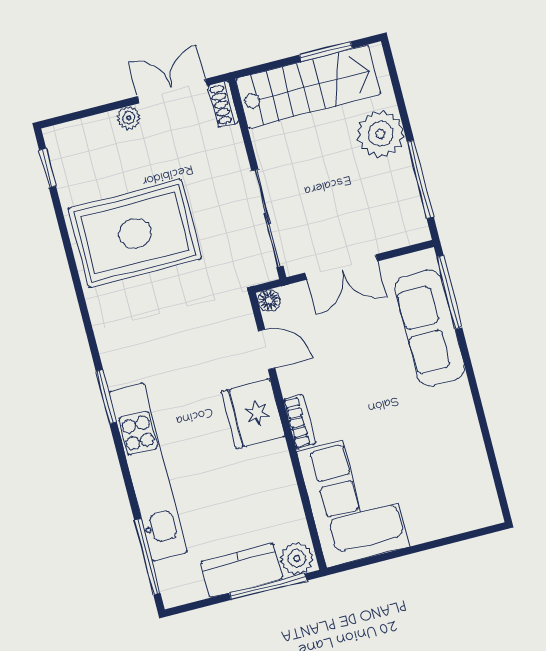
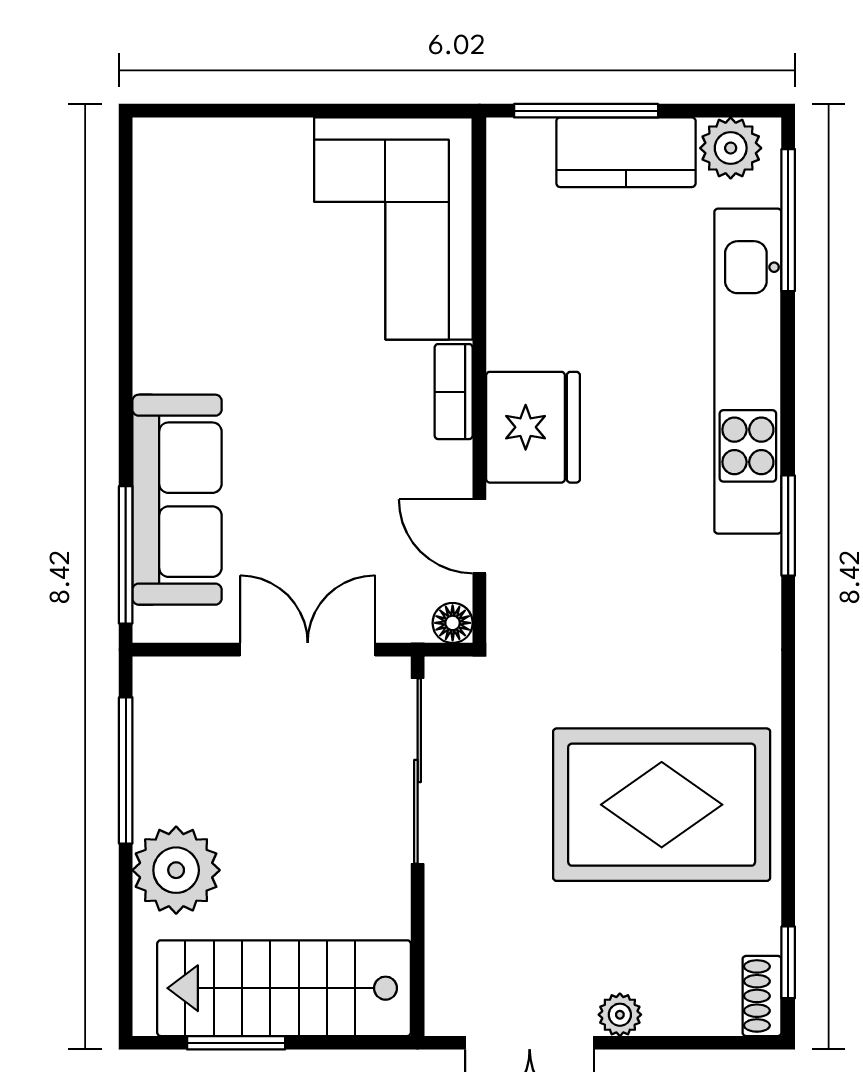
shoe rack: (223, 104) -> (762, 996), moved, turned 180
plant: (297, 559) -> (731, 148), moved

